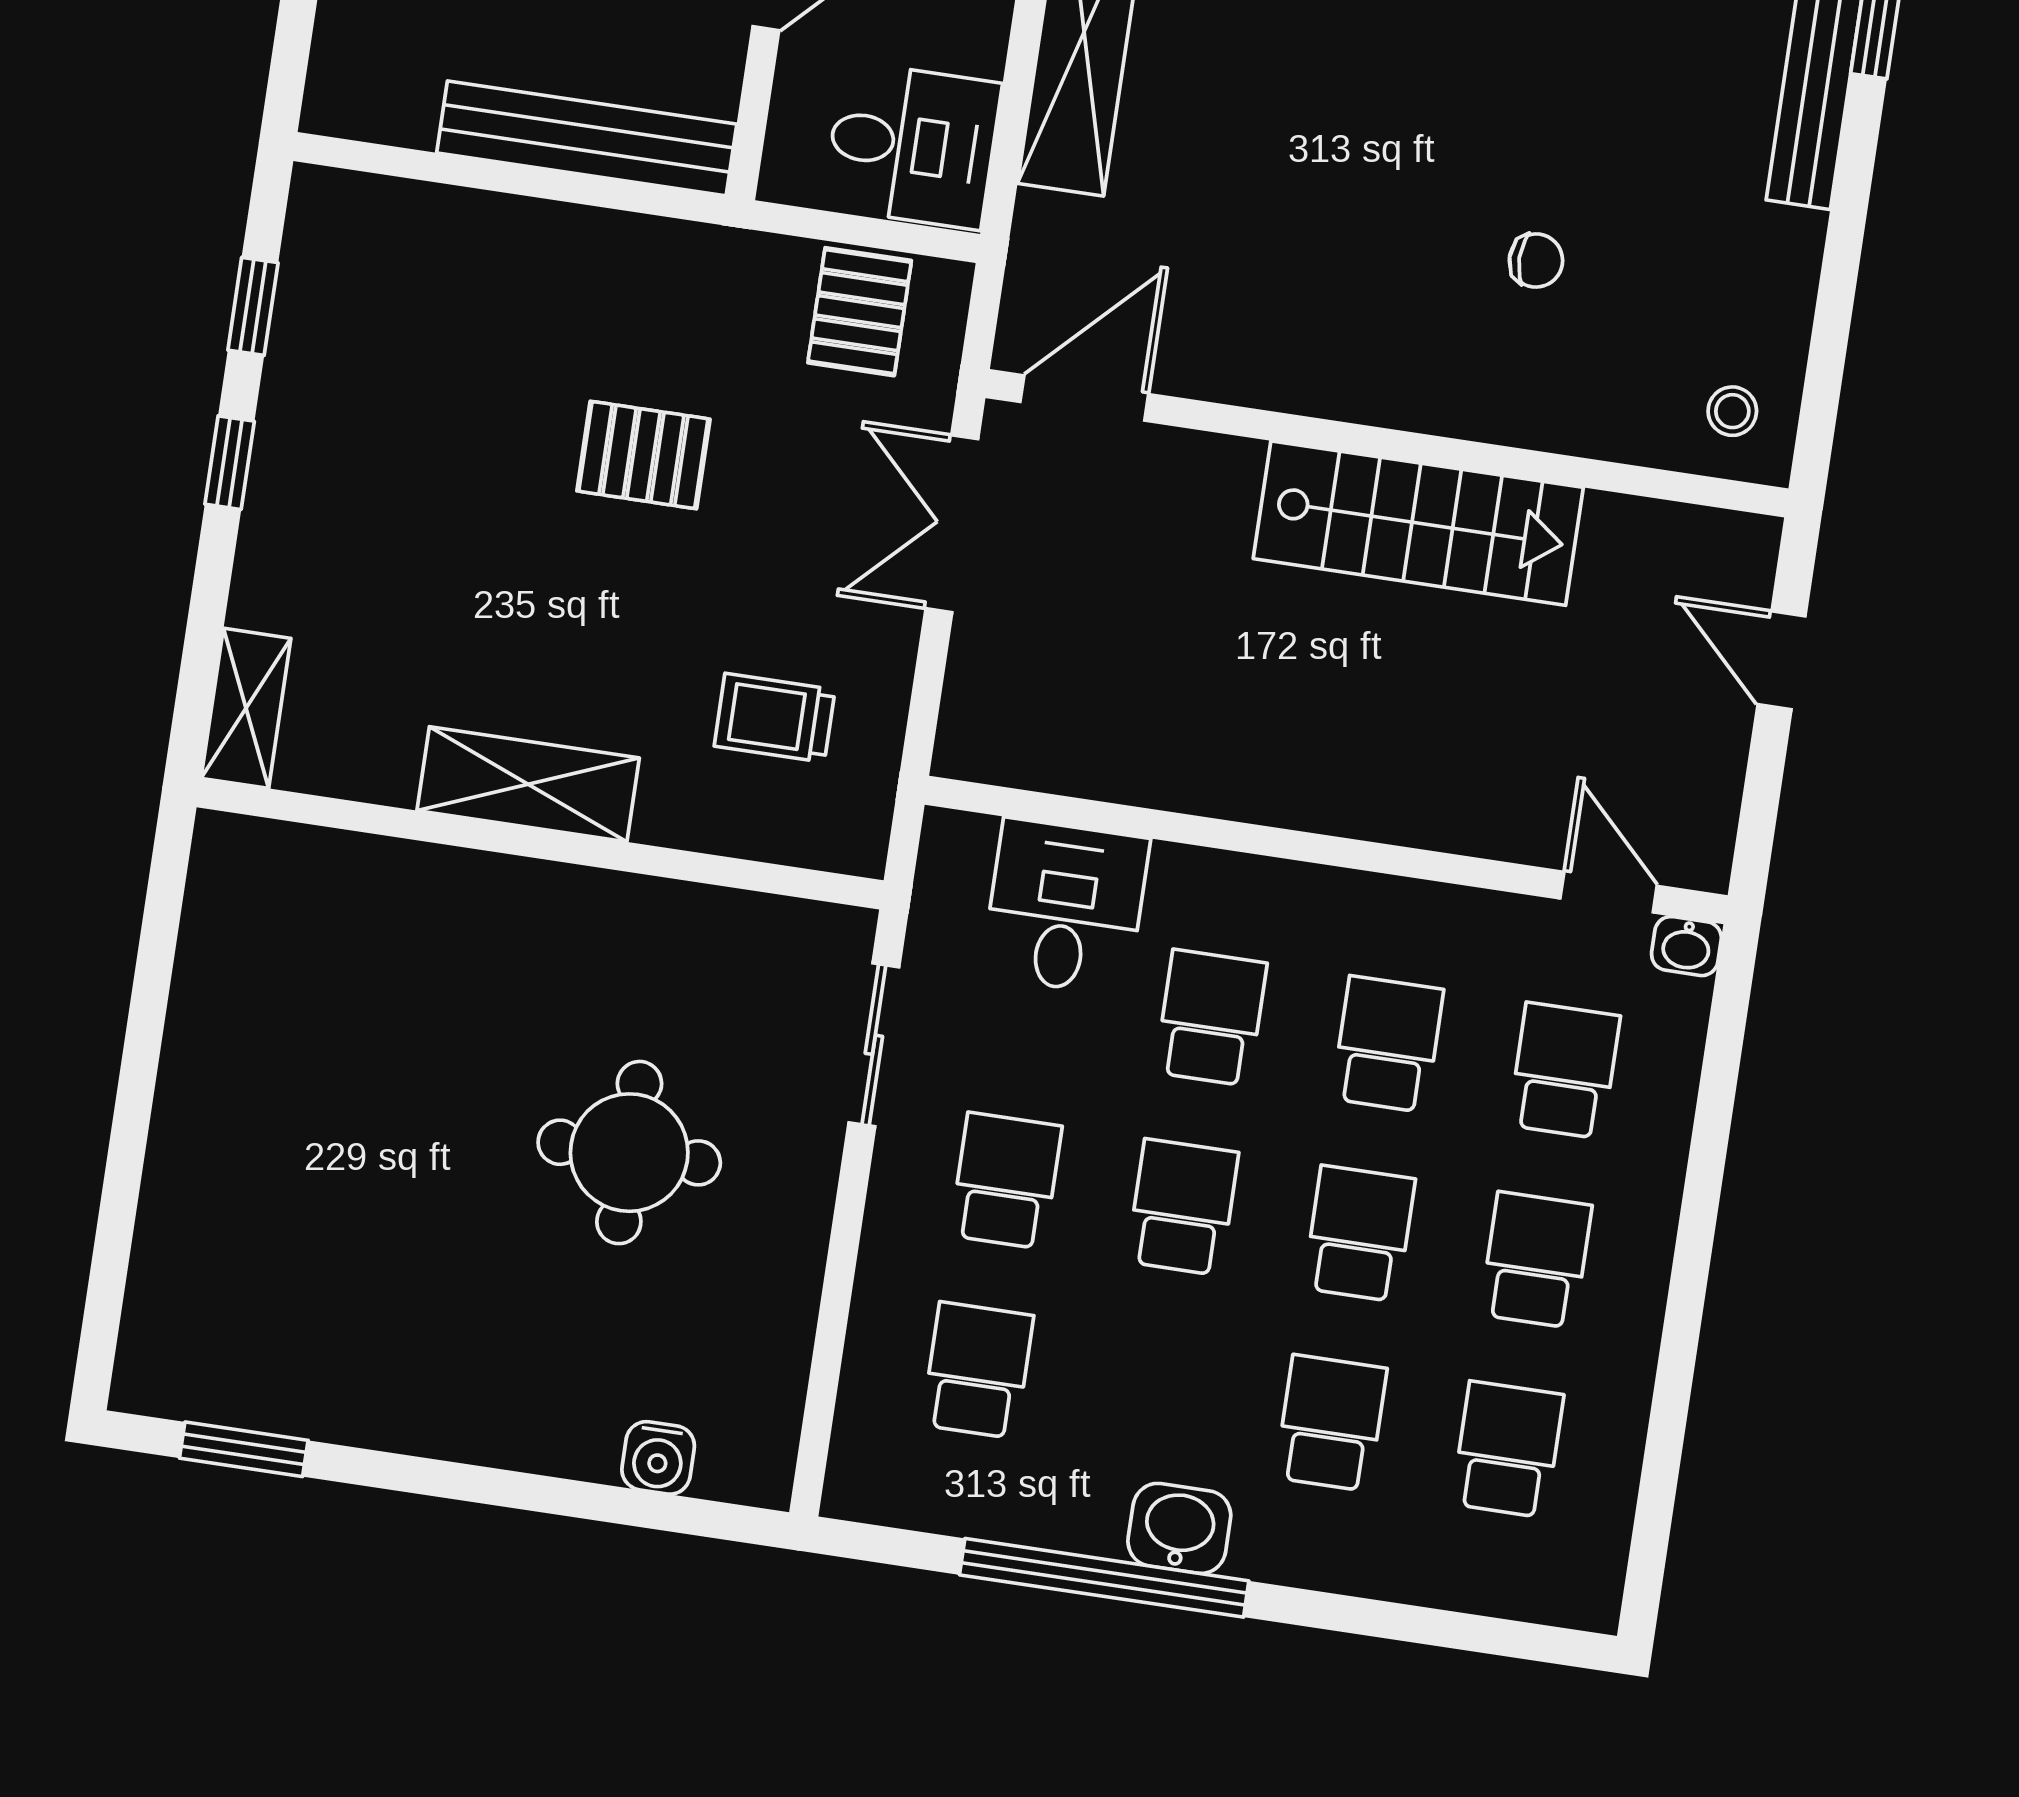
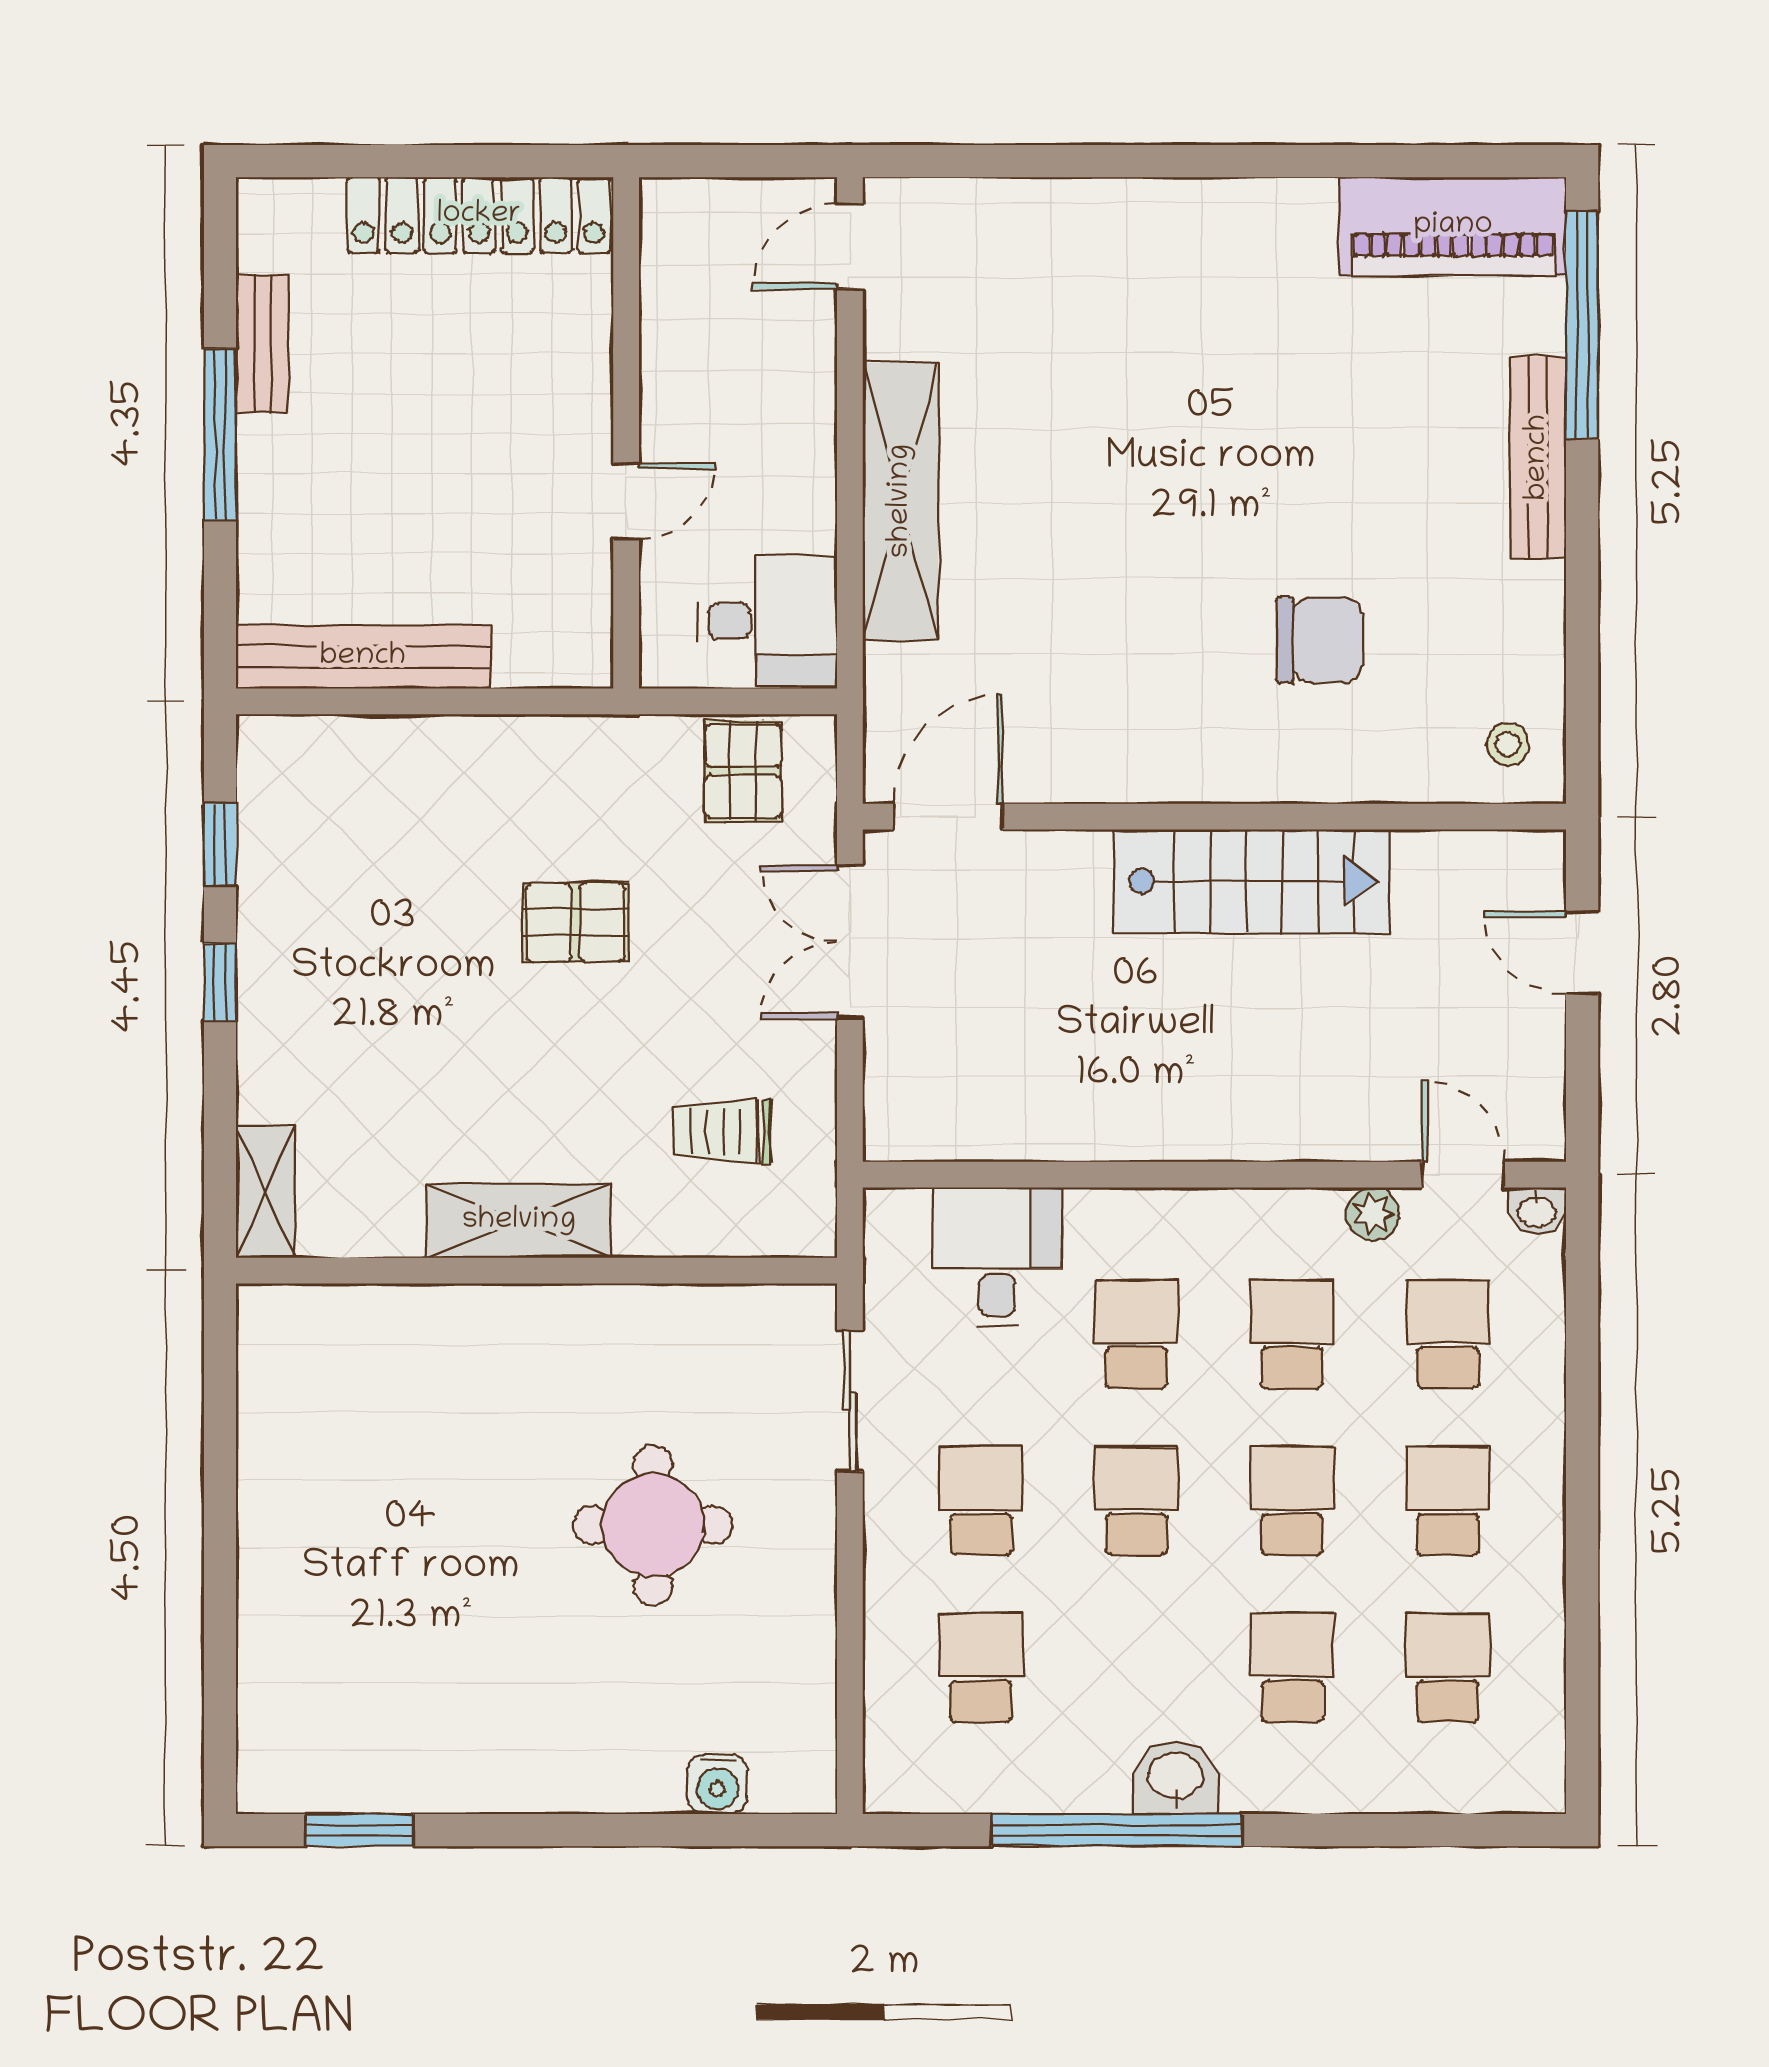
bench: (587, 138) -> (363, 657), moved
chair: (1536, 260) -> (1319, 640), width x1.87, depth x1.87
plant: (1500, 922) -> (1373, 1214), added

